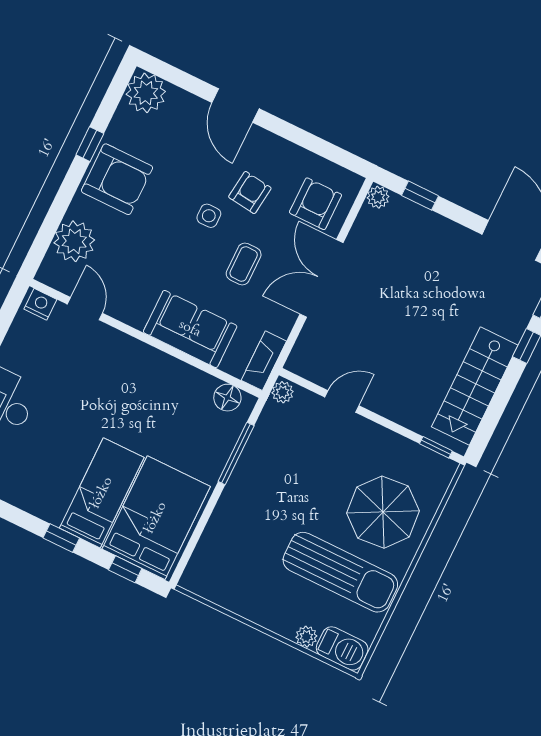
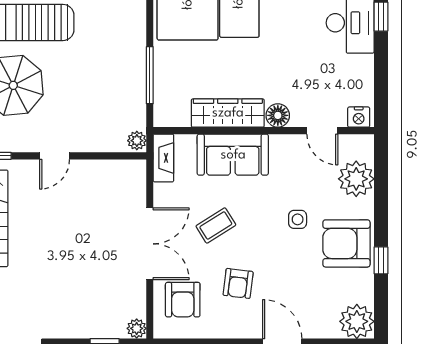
side table: (209, 216) -> (298, 219), moved
coffee table: (244, 264) -> (216, 225), turned 58
wardrobe: (174, 375) -> (228, 113), added
floor lamp: (227, 398) -> (278, 115), moved
door: (342, 401) -> (55, 156), moved

